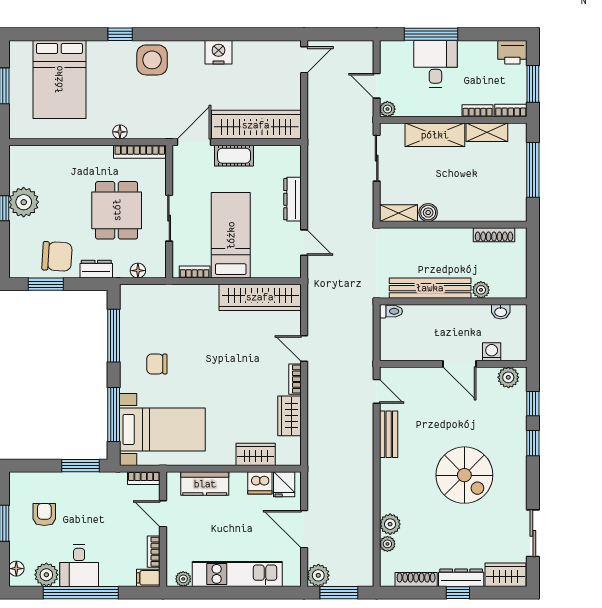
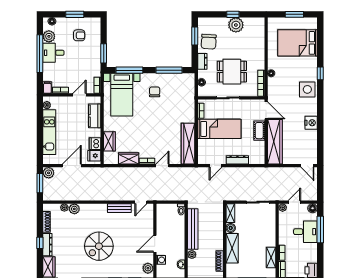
floor lamp: (389, 50) -> (313, 208), added
shelving: (435, 135) -> (232, 248), moved

